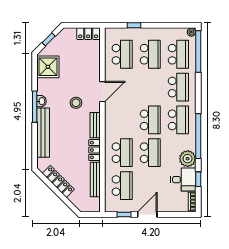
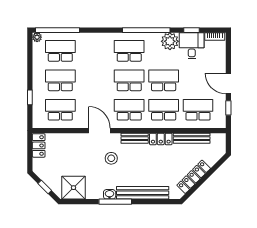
school desk: (178, 87) -> (129, 110), moved

